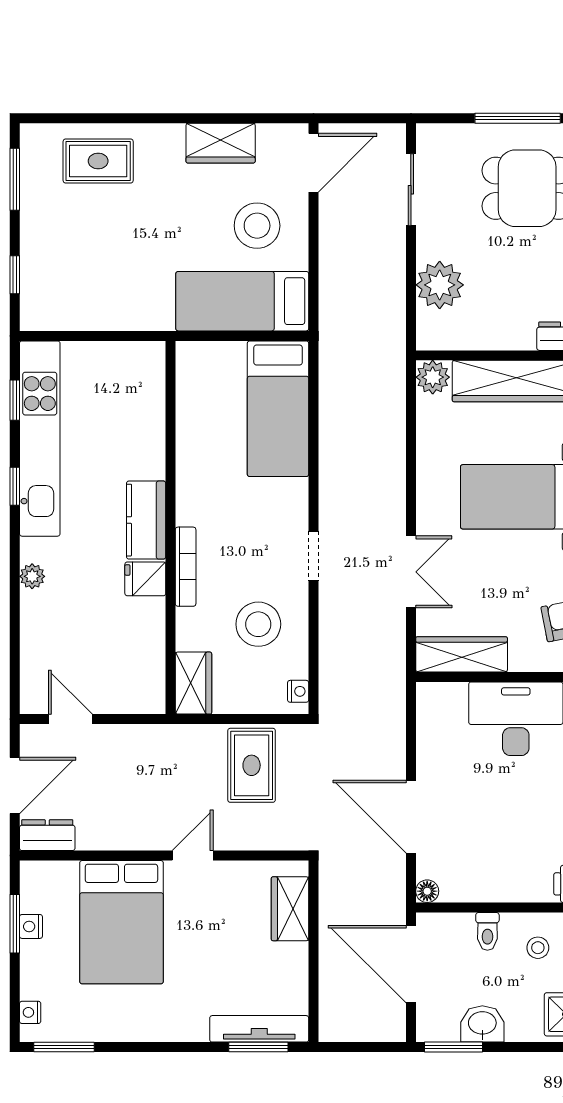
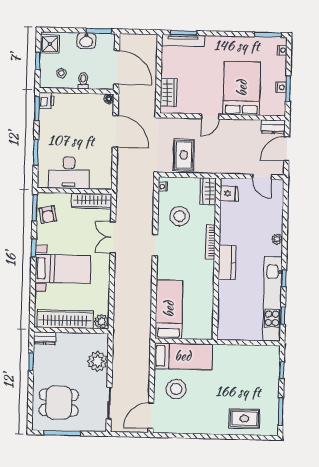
wardrobe: (221, 143) -> (191, 425), removed
fridge: (145, 579) -> (229, 194), moved

